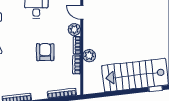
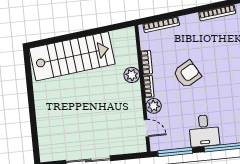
armchair: (45, 52) -> (187, 74), turned -120
window: (155, 89) -> (45, 42), removed

